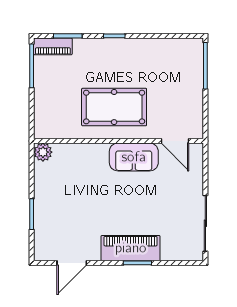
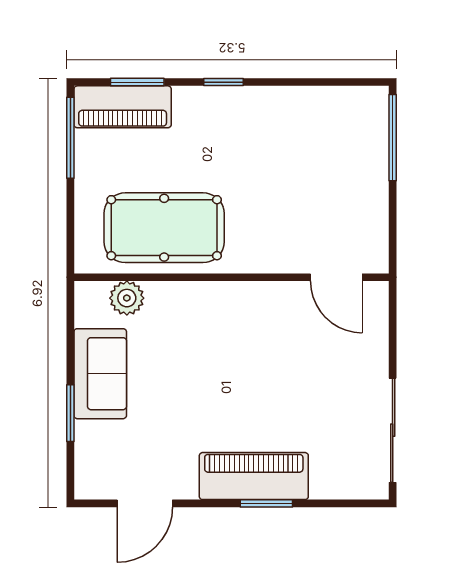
piano: (53, 46) -> (123, 107), width x1.37, depth x1.33
pool table: (114, 107) -> (164, 228), moved
plant: (43, 152) -> (127, 298), moved
sofa: (134, 157) -> (100, 374), moved, turned -90

